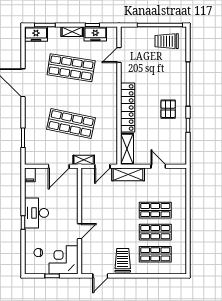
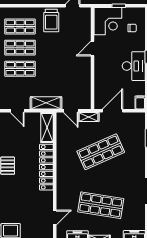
shop shelf: (71, 124) -> (101, 152), turned -36
door: (102, 166) -> (71, 111), swing flipped

